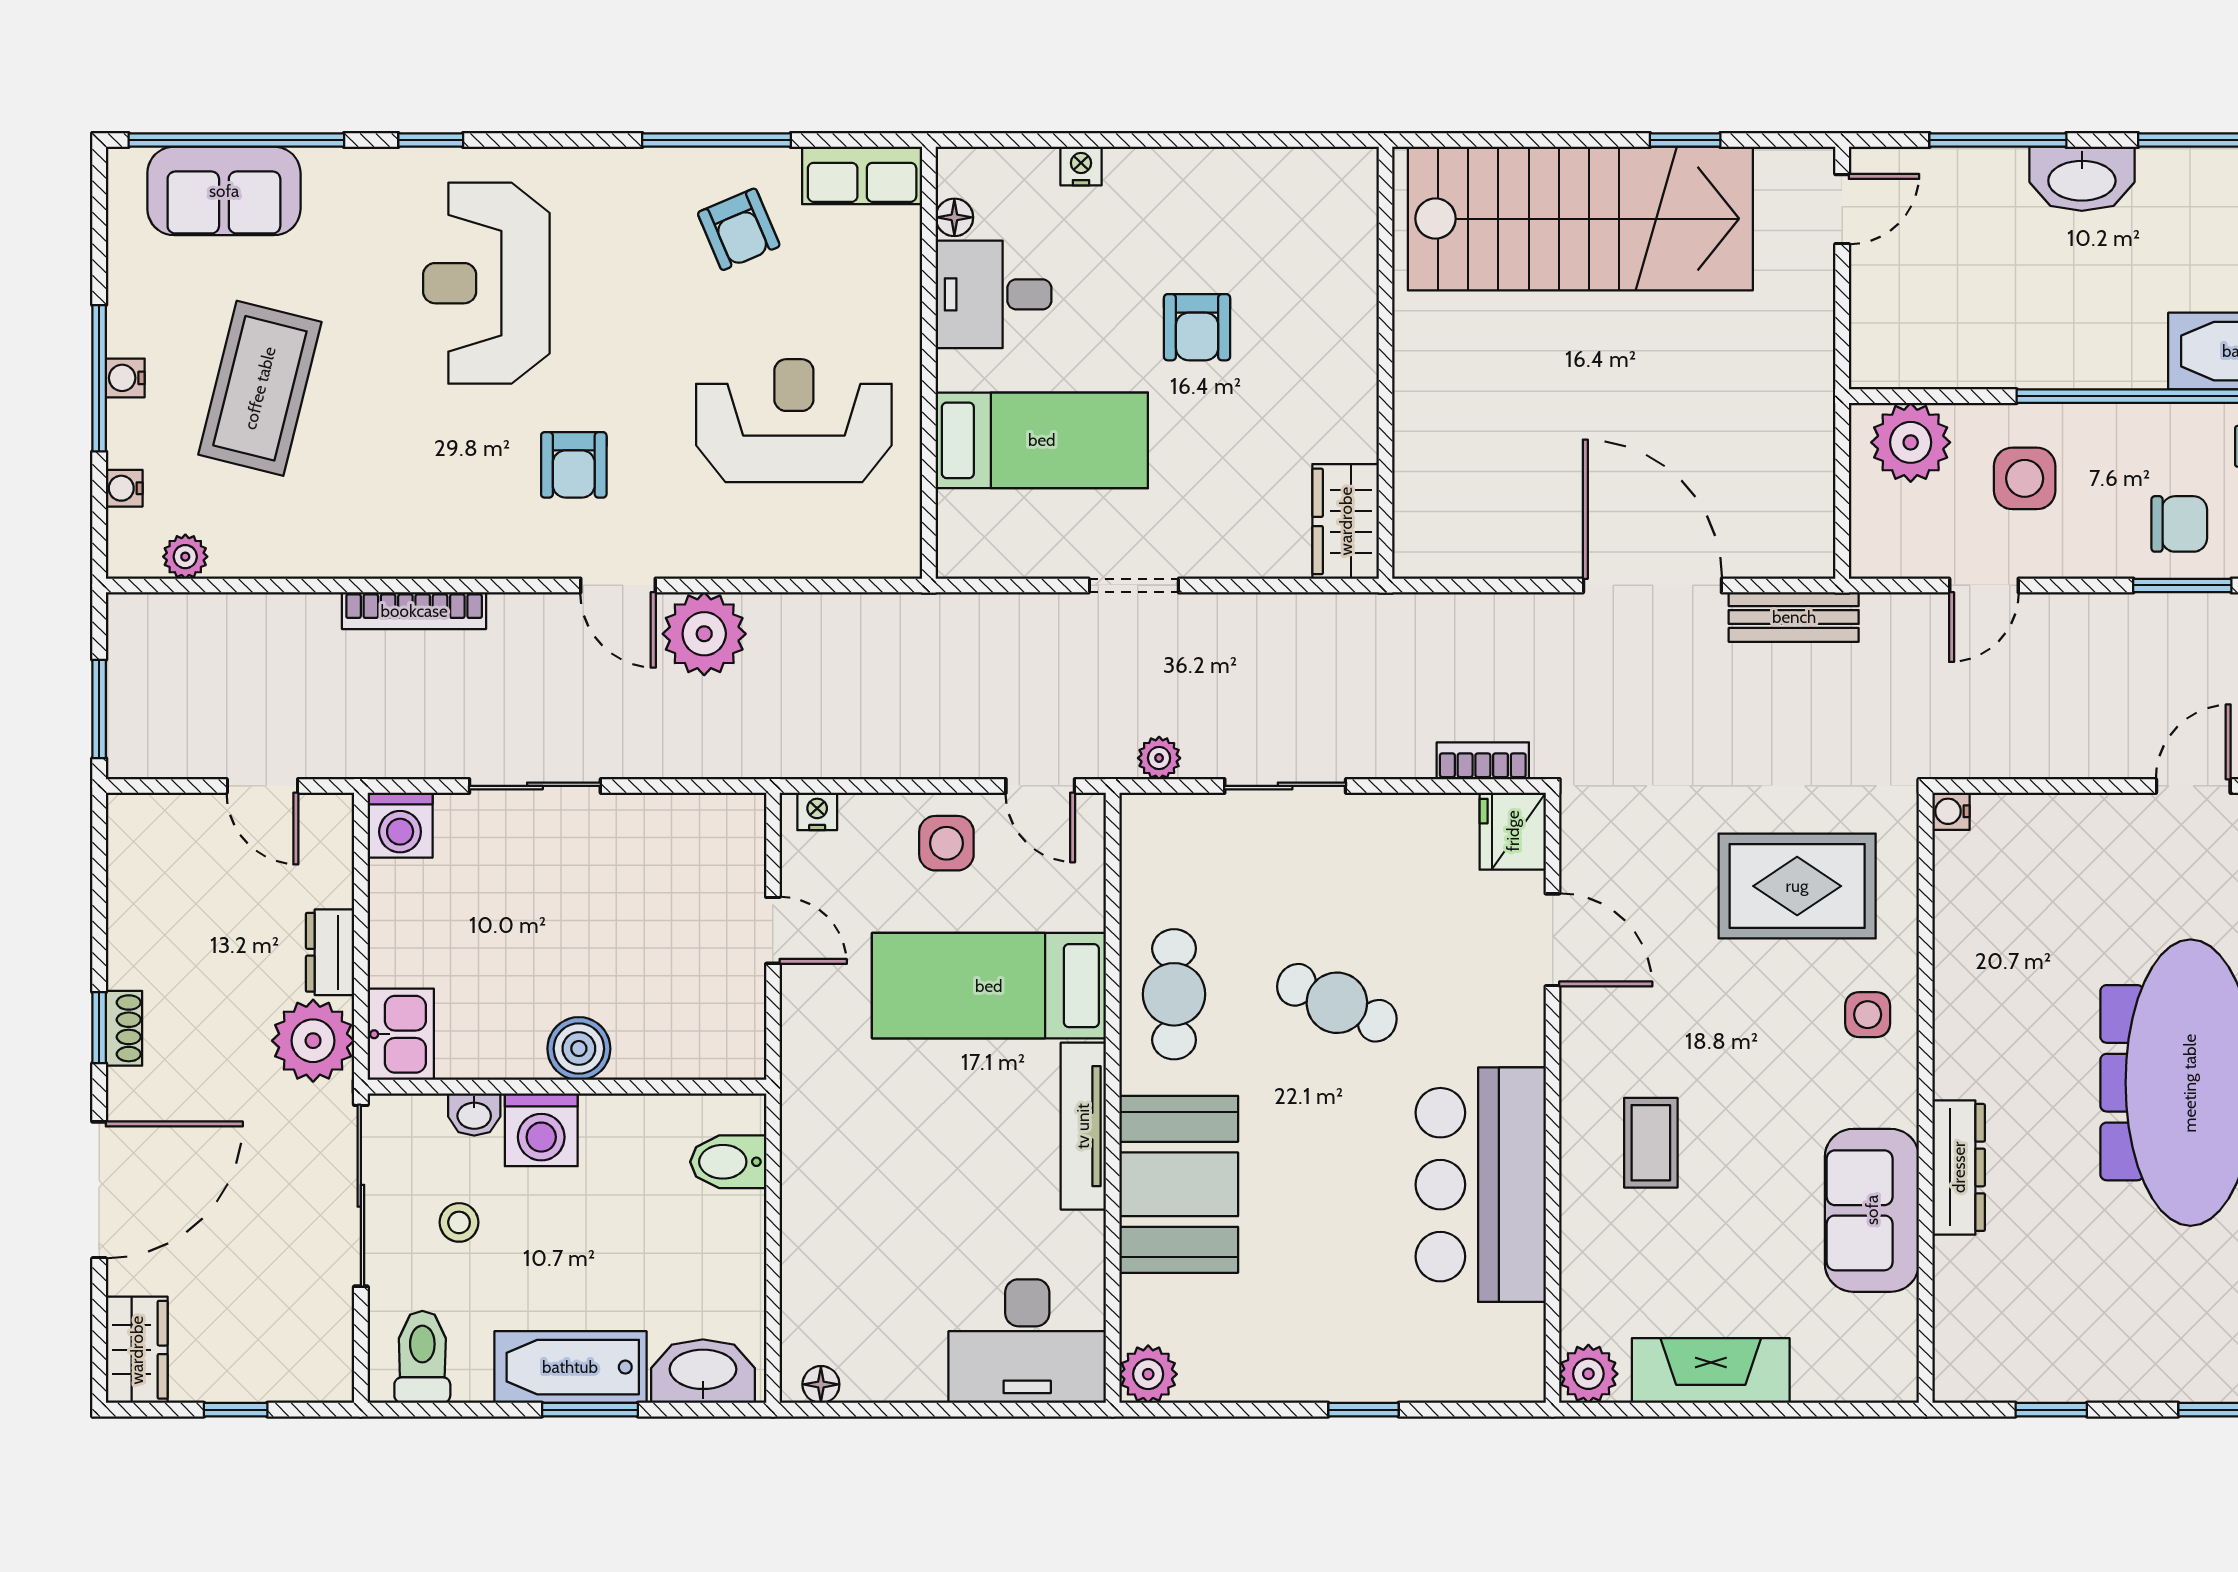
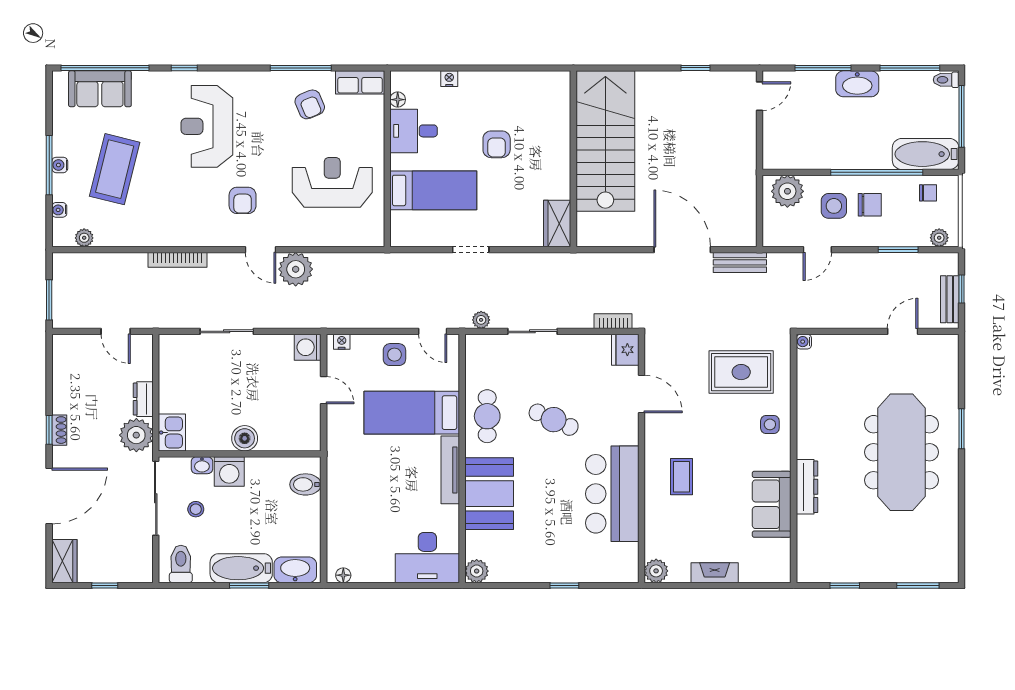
stairs: (1580, 219) -> (605, 141), moved, turned -90
chair: (2179, 524) -> (870, 205), moved
washing machine: (400, 825) -> (308, 347), moved, turned 90
fireplace: (1711, 1371) -> (715, 573), width x0.73, depth x0.76

